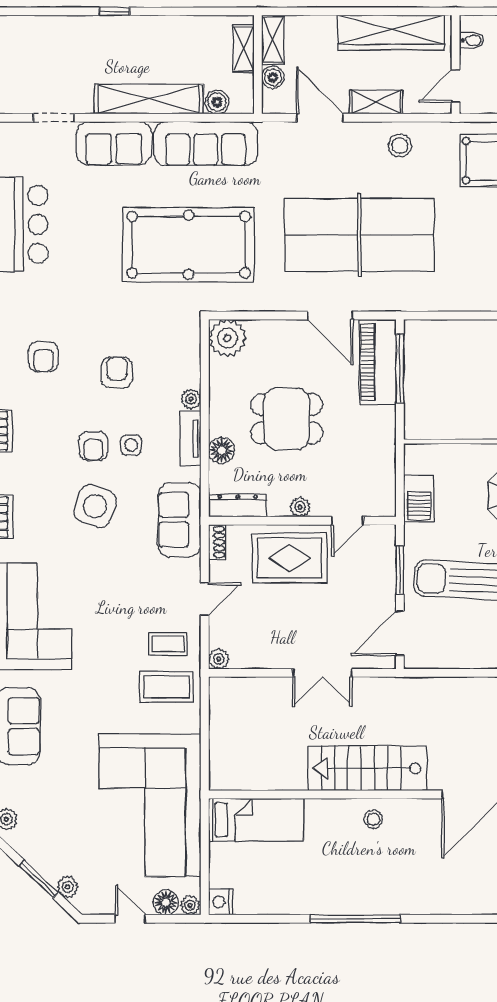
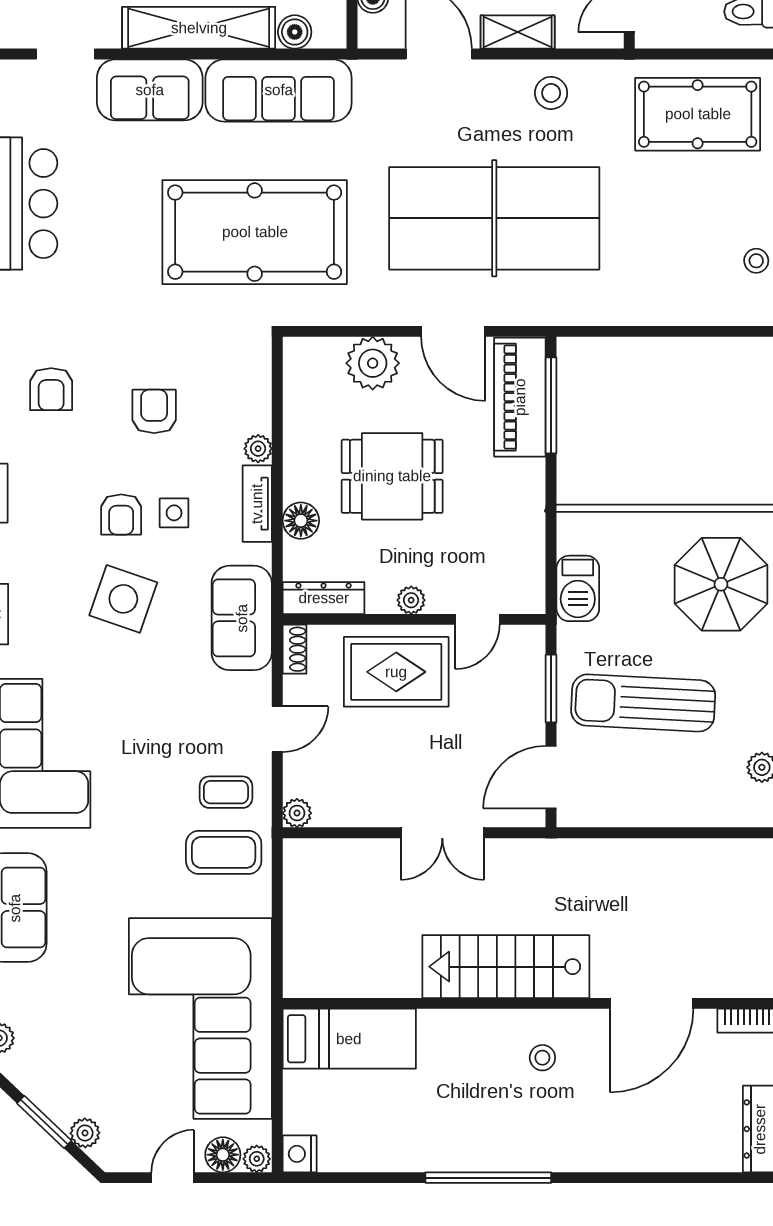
plant: (227, 338) -> (373, 363), moved
stool: (373, 819) -> (542, 1058), moved
door: (130, 919) -> (173, 1178), hinge flipped

